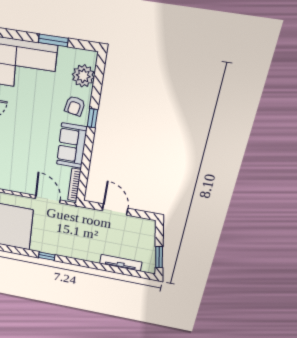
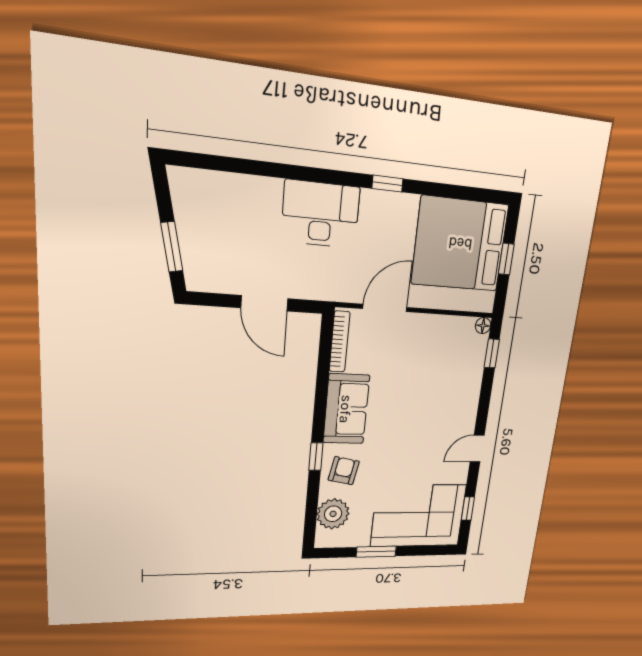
door: (48, 199) -> (385, 308), swing flipped
desk: (82, 247) -> (321, 214), added
window: (159, 257) -> (172, 247), moved
tv unit: (121, 263) -> (241, 185), removed

